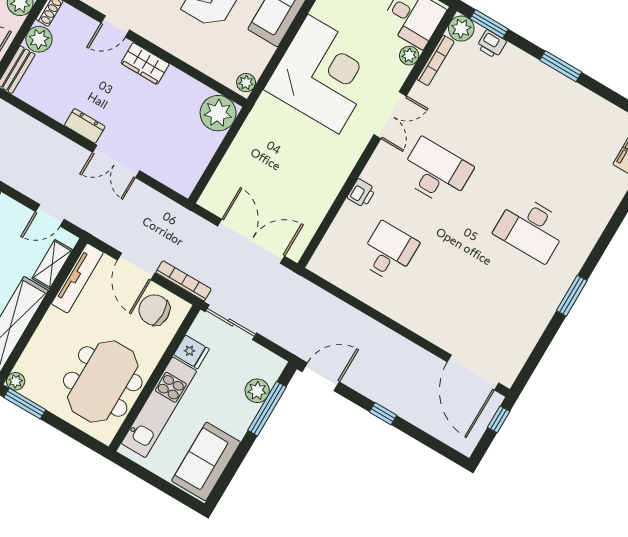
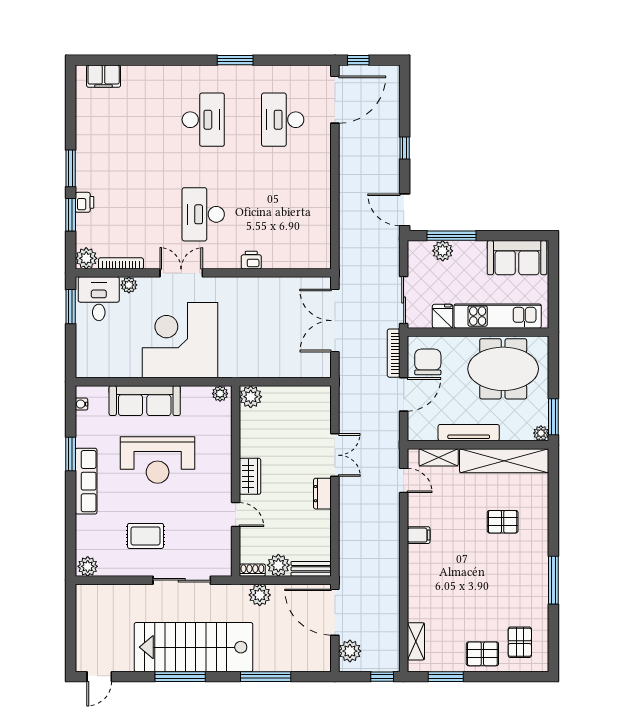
window: (489, 24) -> (71, 215), moved
printer: (491, 44) -> (85, 202), moved
plant: (218, 113) -> (251, 397), width x0.73, depth x0.73
desk: (389, 252) -> (283, 120), moved, width x1.37
tv unit: (77, 278) -> (469, 433), moved
chair: (154, 310) -> (428, 362), turned 180

